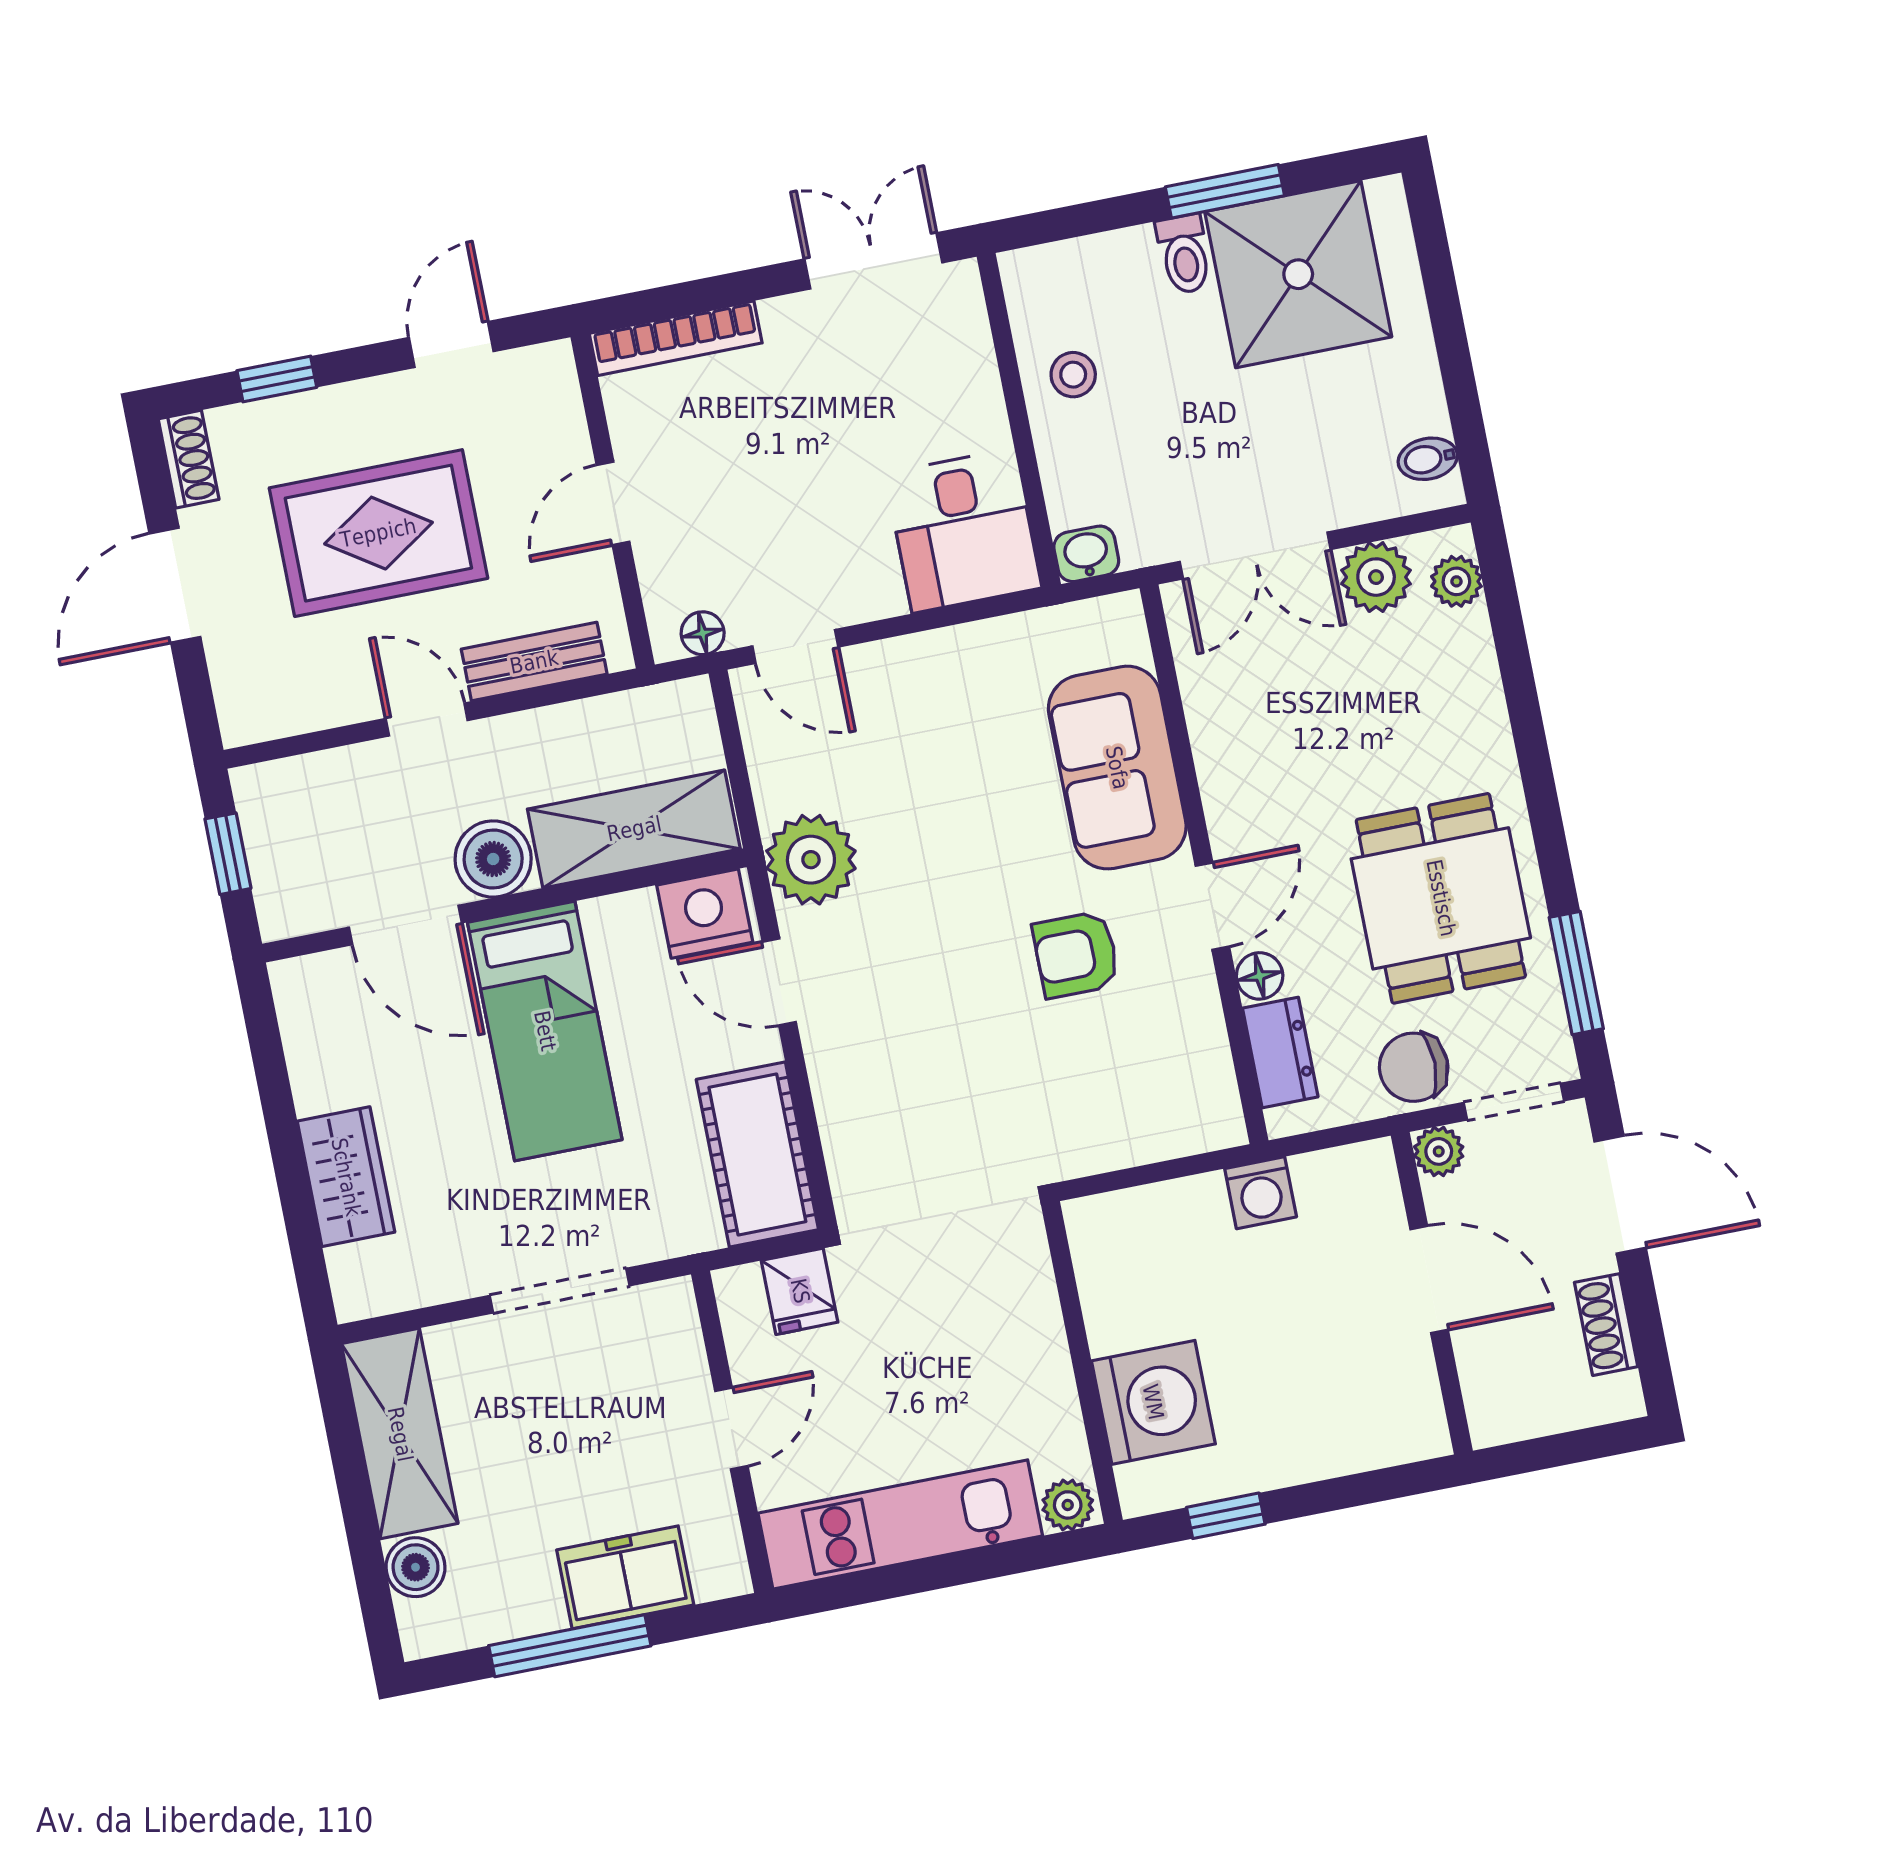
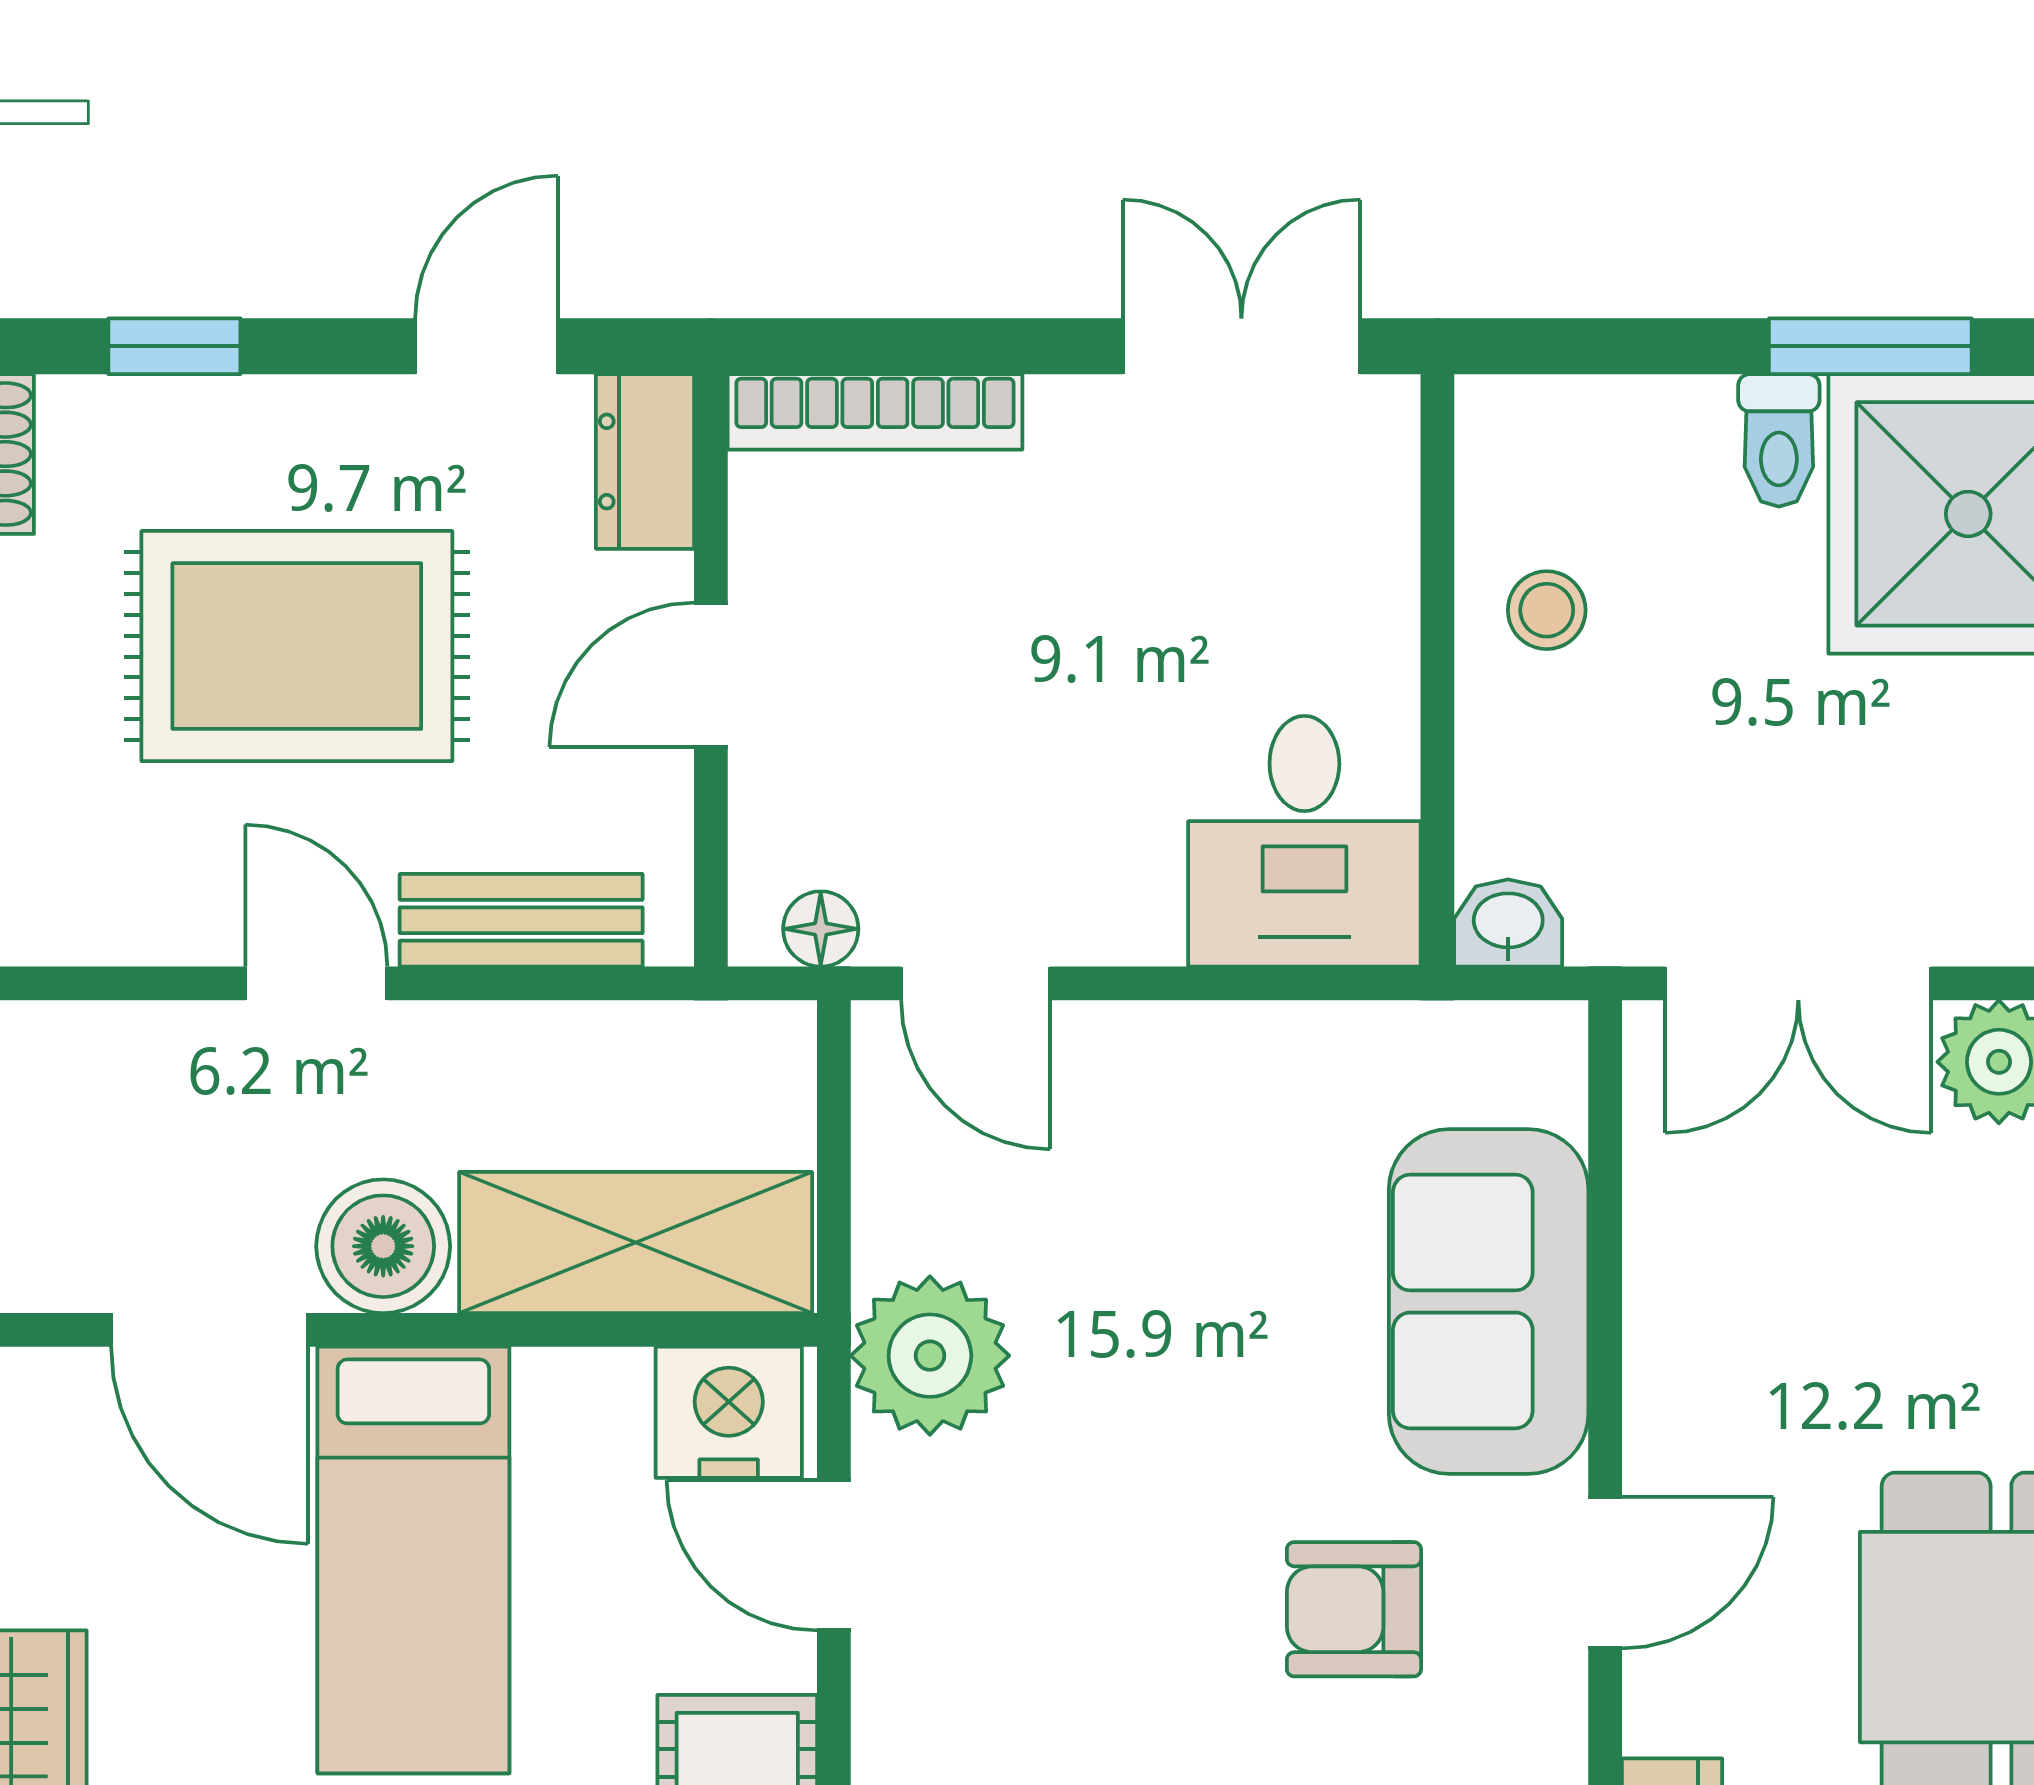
dresser: (553, 391) -> (645, 462), added
floor lamp: (1260, 976) -> (1663, 1709), removed

